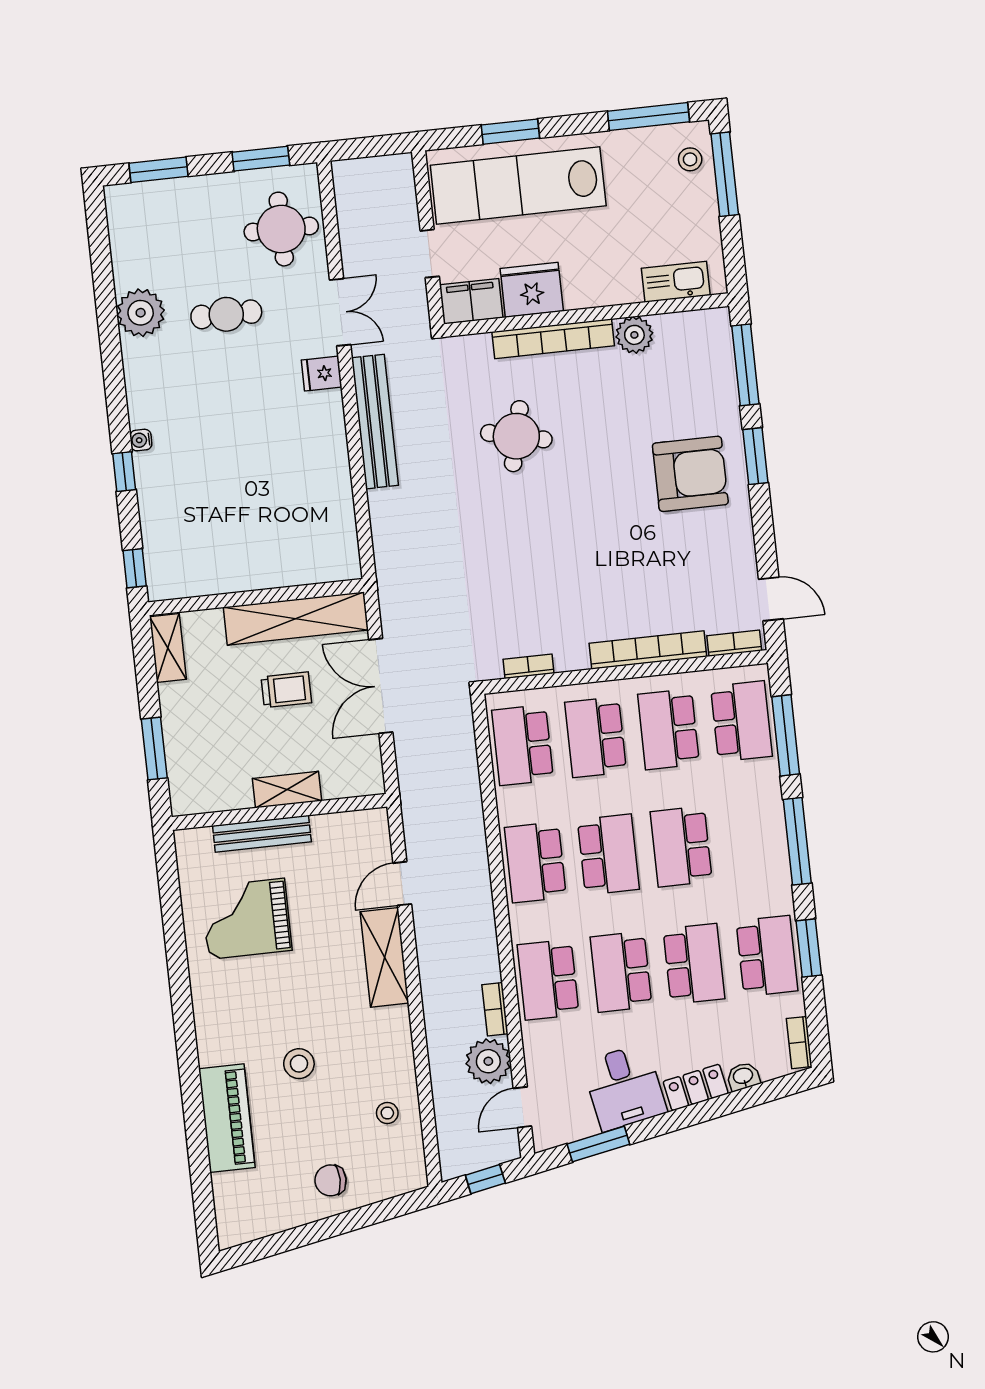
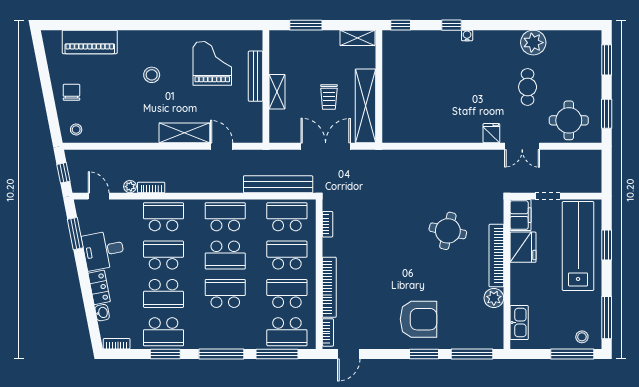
bench: (375, 422) -> (278, 184), moved
armchair: (690, 474) -> (418, 319), turned -90
plant: (488, 1061) -> (130, 187), width x0.53, depth x0.53
stool: (299, 1064) -> (152, 75), moved
stool: (387, 1113) -> (76, 129), moved
piano: (227, 1118) -> (90, 42), moved

